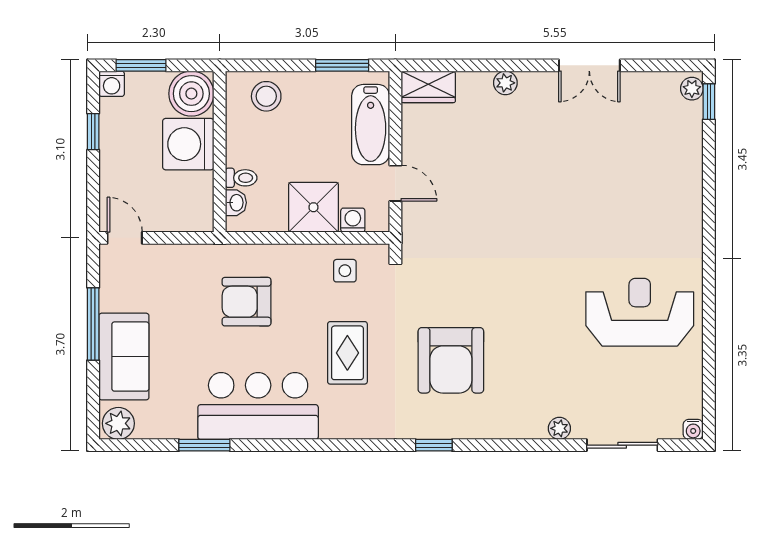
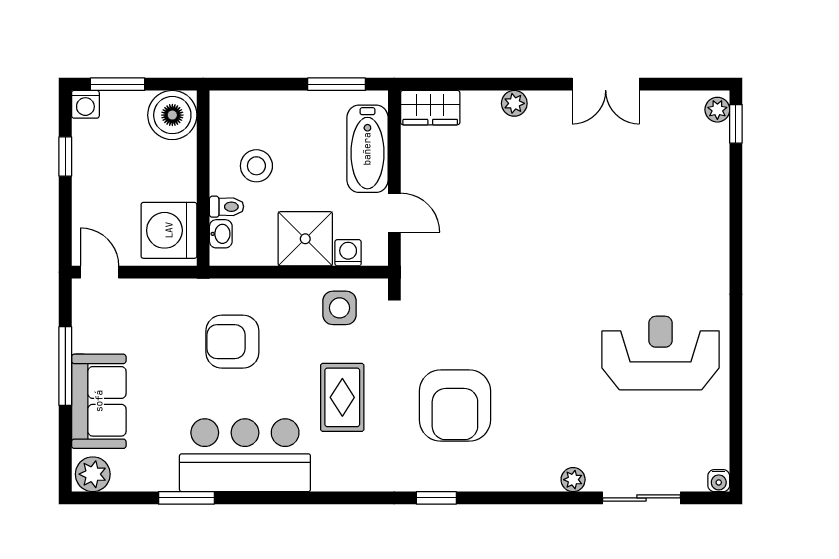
stool: (266, 96) -> (256, 166), moved
washing machine: (188, 144) -> (169, 230), moved
side table: (345, 271) -> (339, 308), width x1.37, depth x1.37

